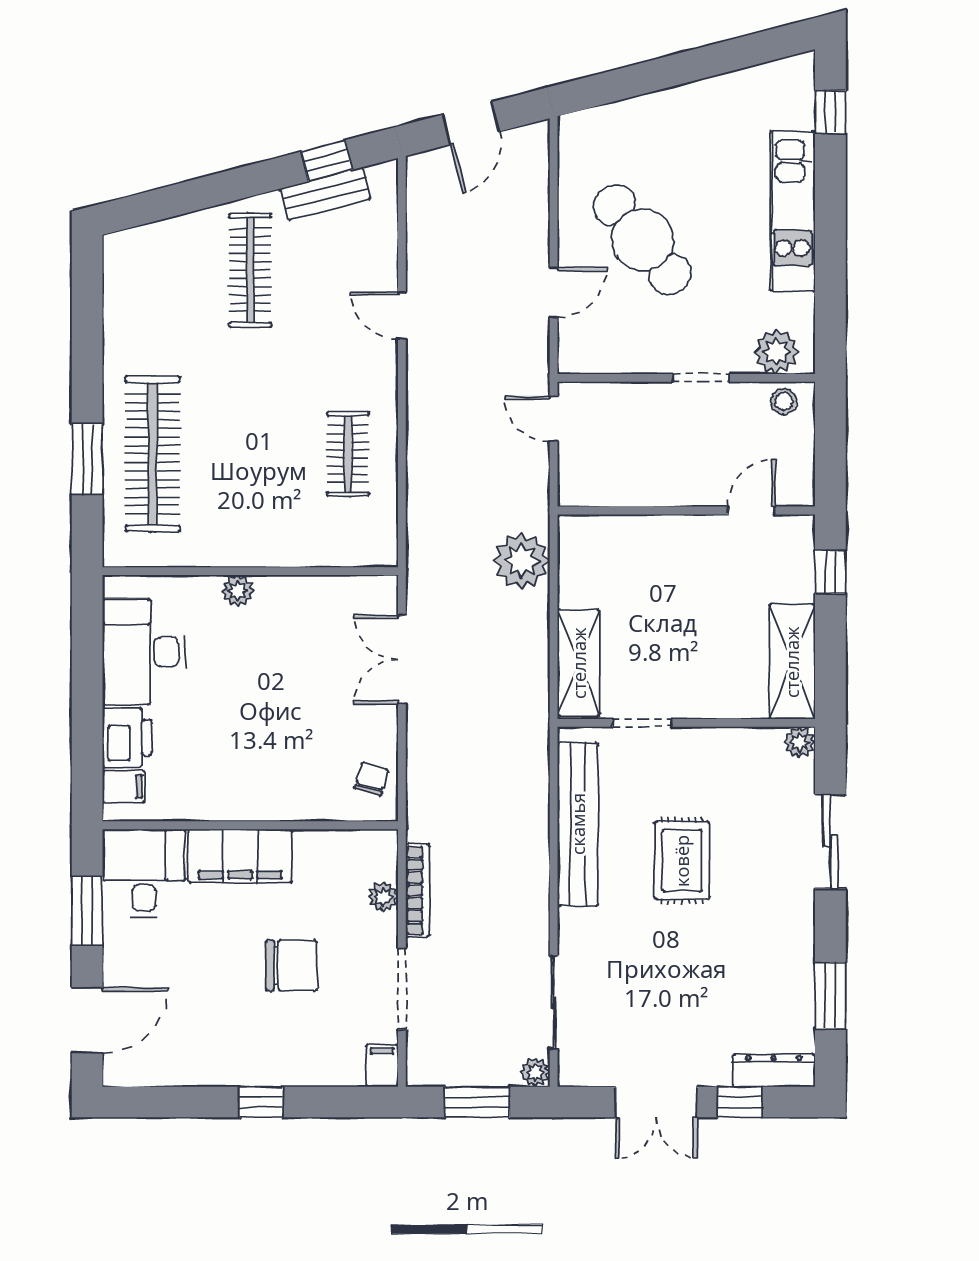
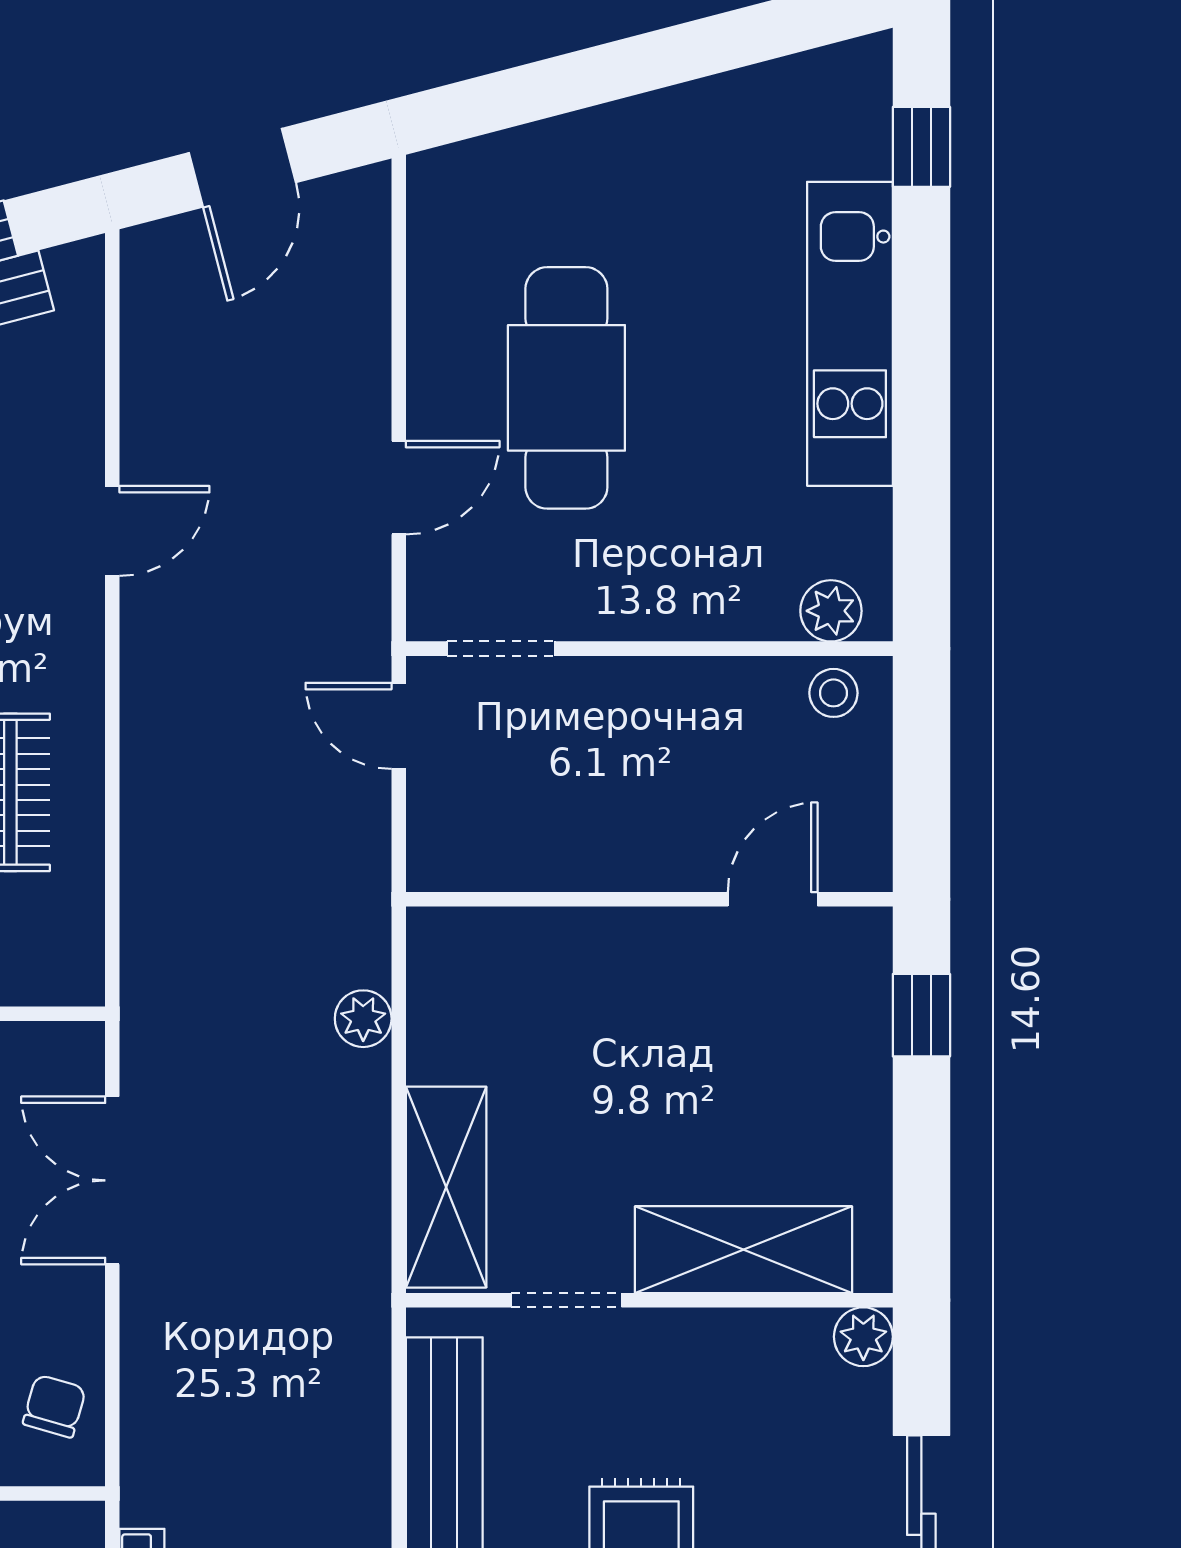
cafe table: (642, 240) -> (566, 388), turned 39
door: (402, 316) -> (112, 531), swing flipped
plant: (776, 352) -> (831, 611), width x0.73, depth x0.73
doorway: (701, 378) -> (501, 649), moved
plant: (522, 561) -> (363, 1019), width x0.53, depth x0.53
shelving: (792, 662) -> (744, 1250), moved, turned 90

